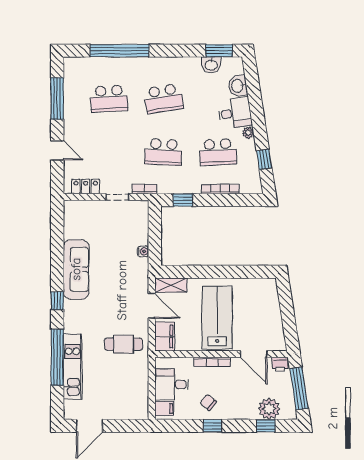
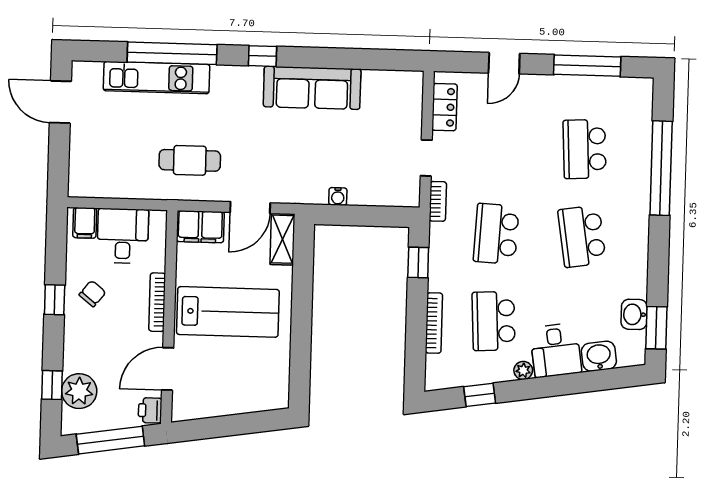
cafe table: (123, 344) -> (190, 160), turned 90

